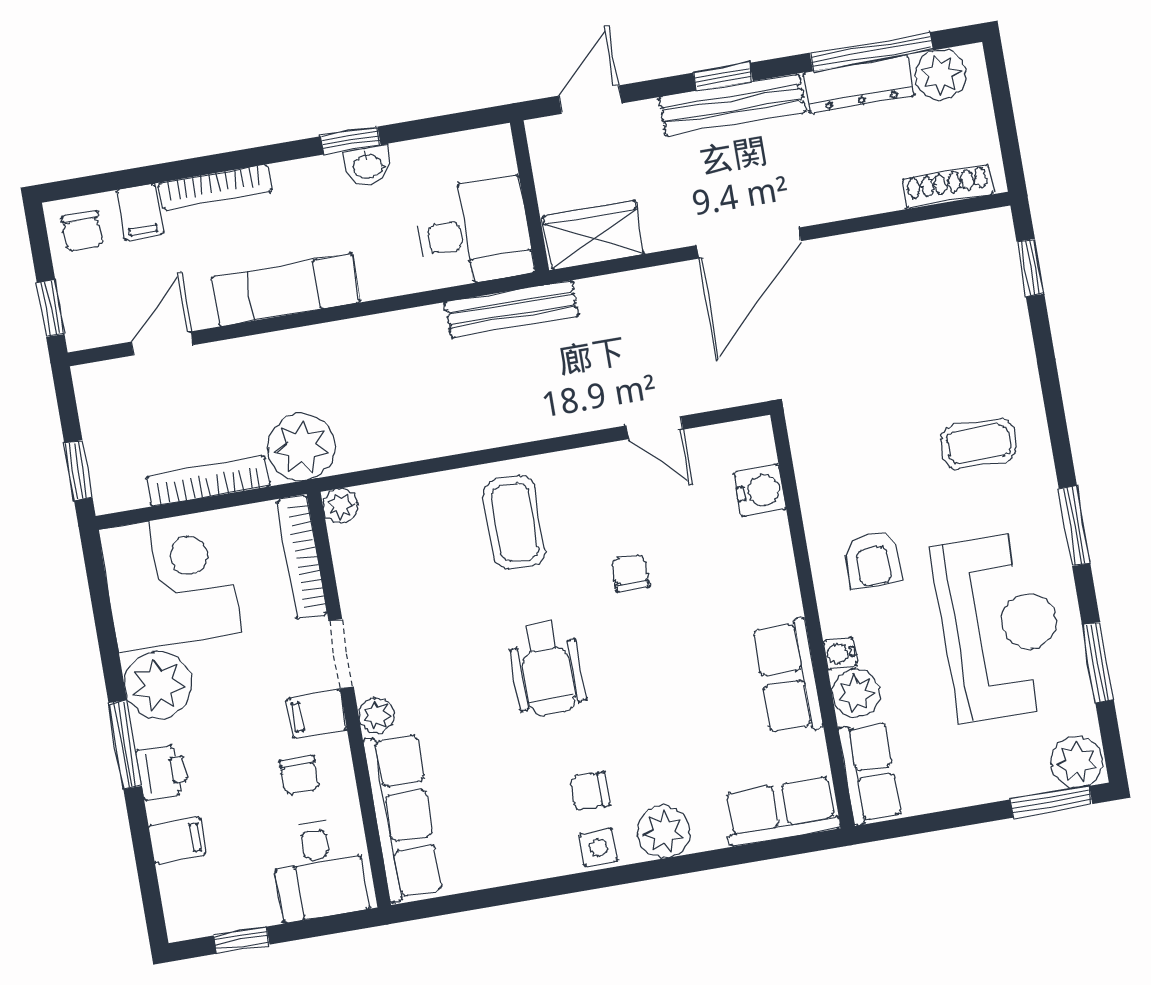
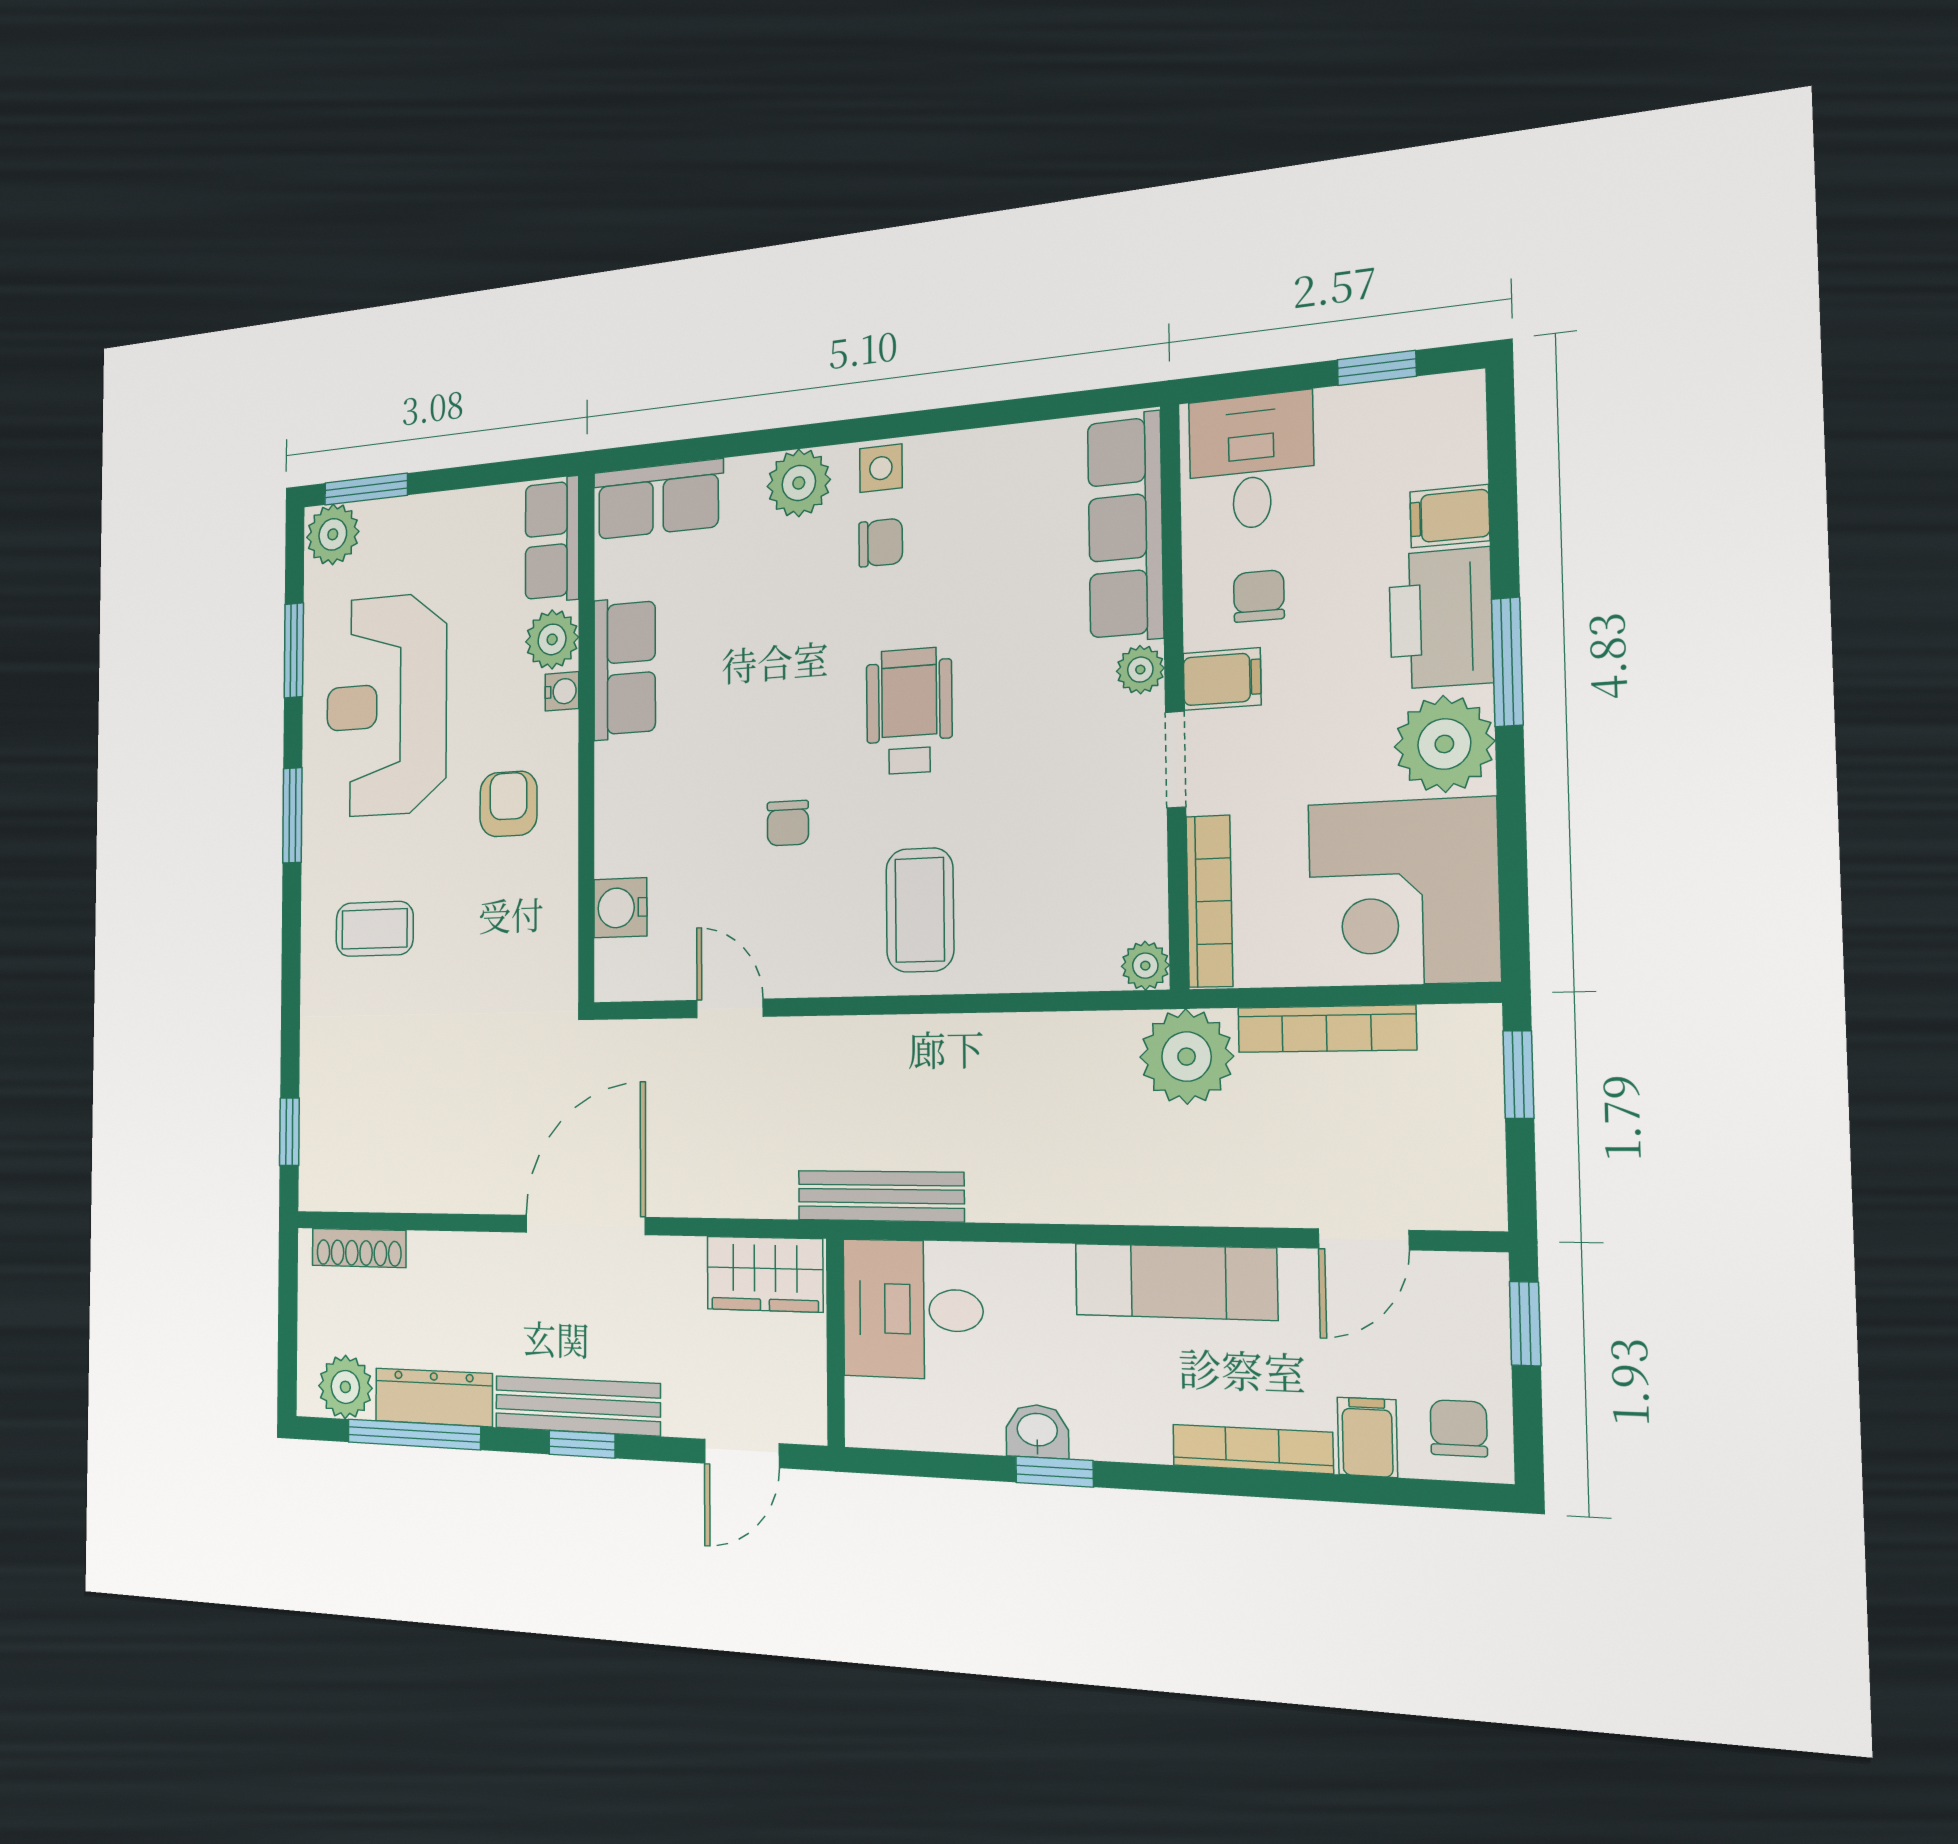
printer: (162, 772) -> (1441, 618), width x1.87, depth x1.48

